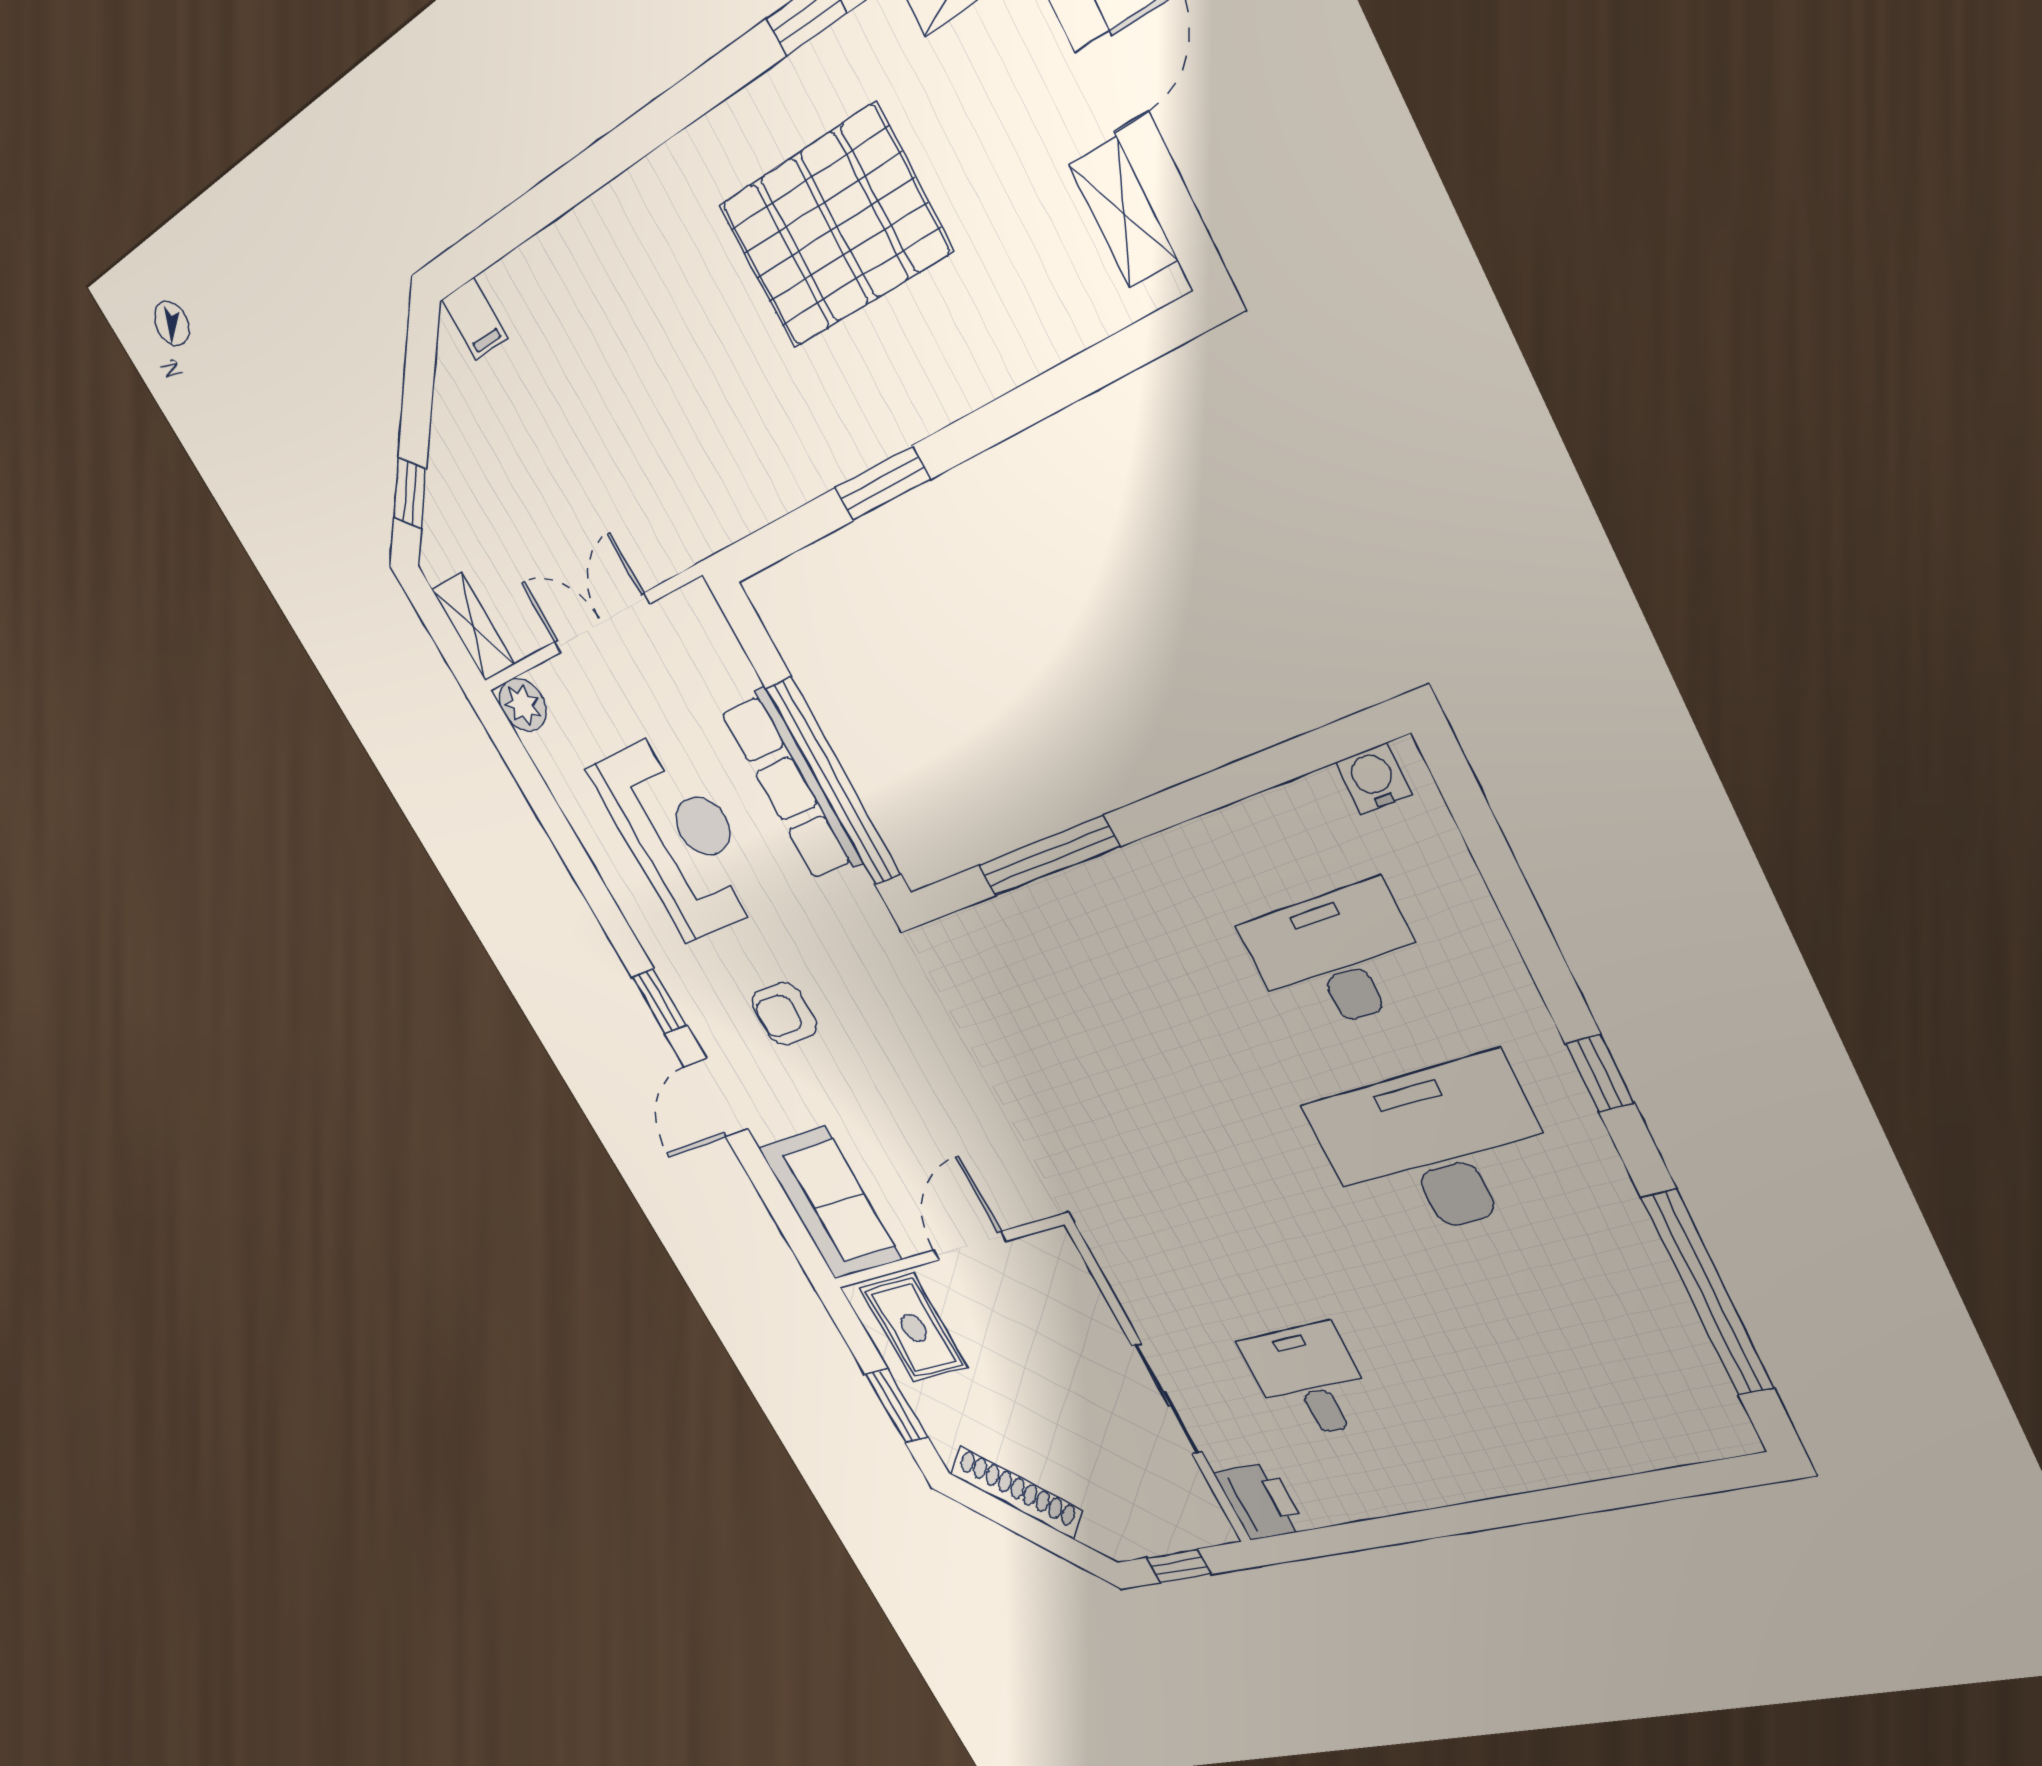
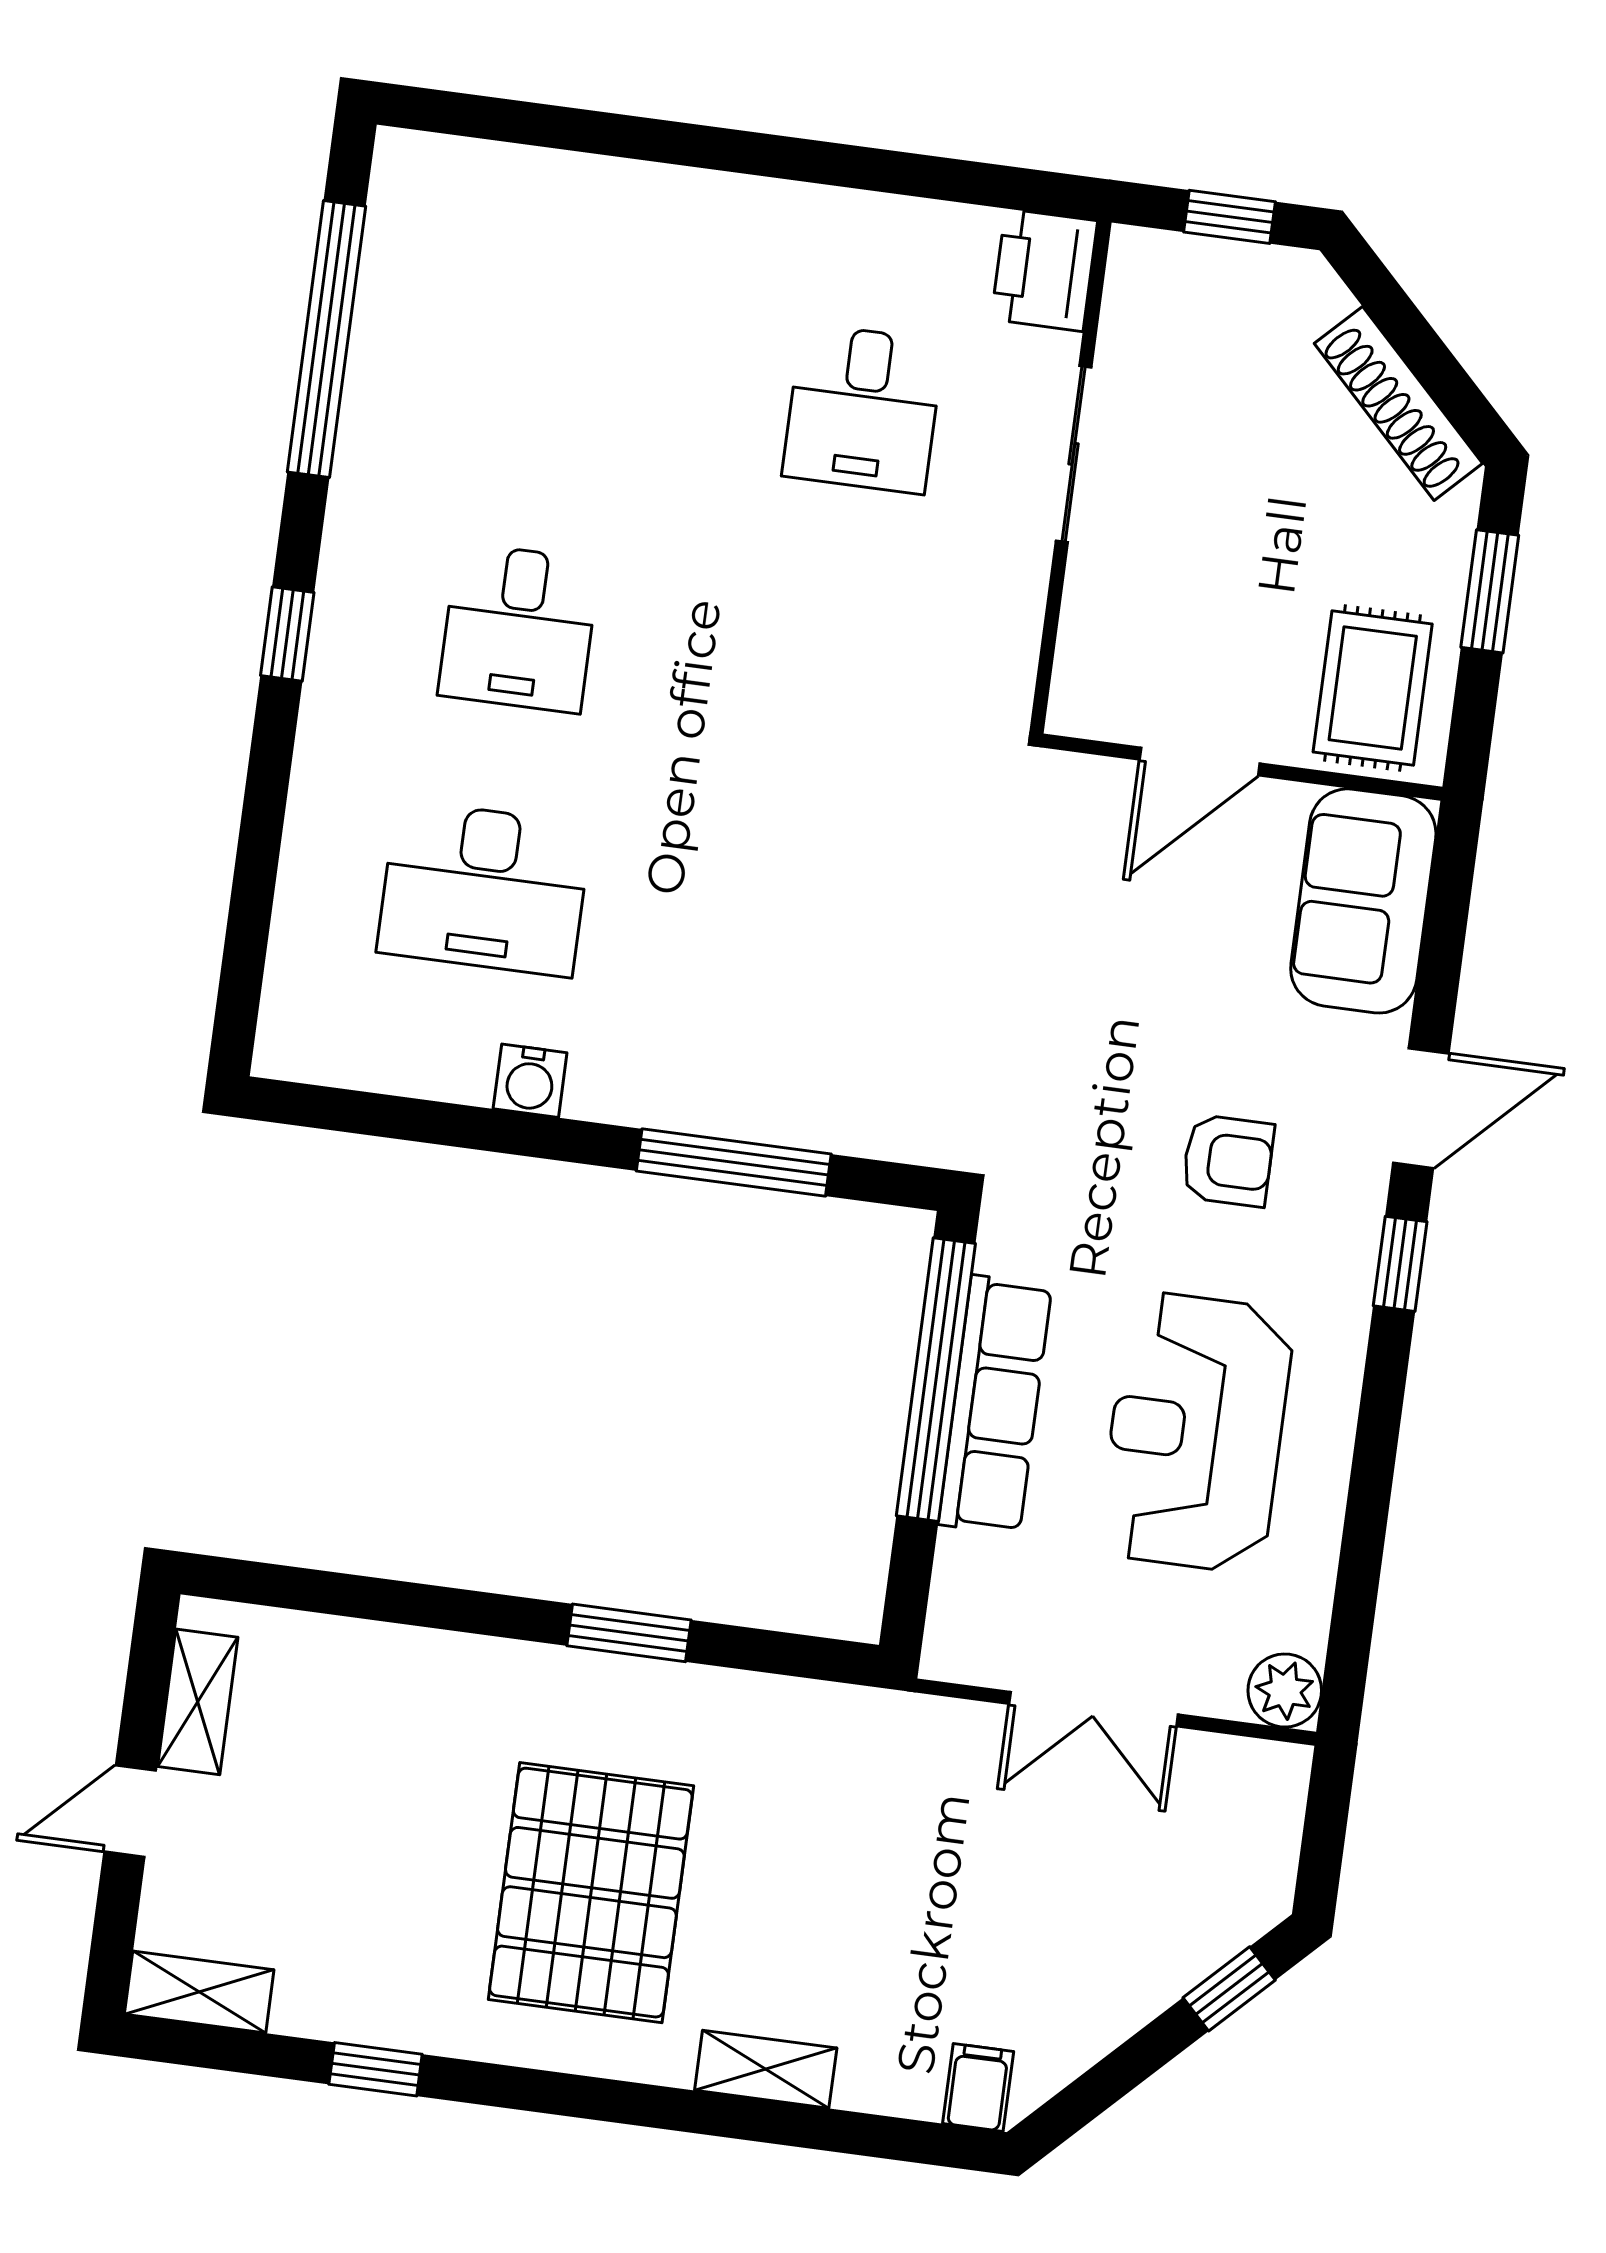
pallet: (834, 228) -> (591, 1893), moved, turned 90
shelving: (473, 627) -> (766, 2069), moved, turned 90
water cooler: (1374, 778) -> (530, 1081), moved
desk: (1435, 1150) -> (519, 628), width x0.53, depth x0.77

